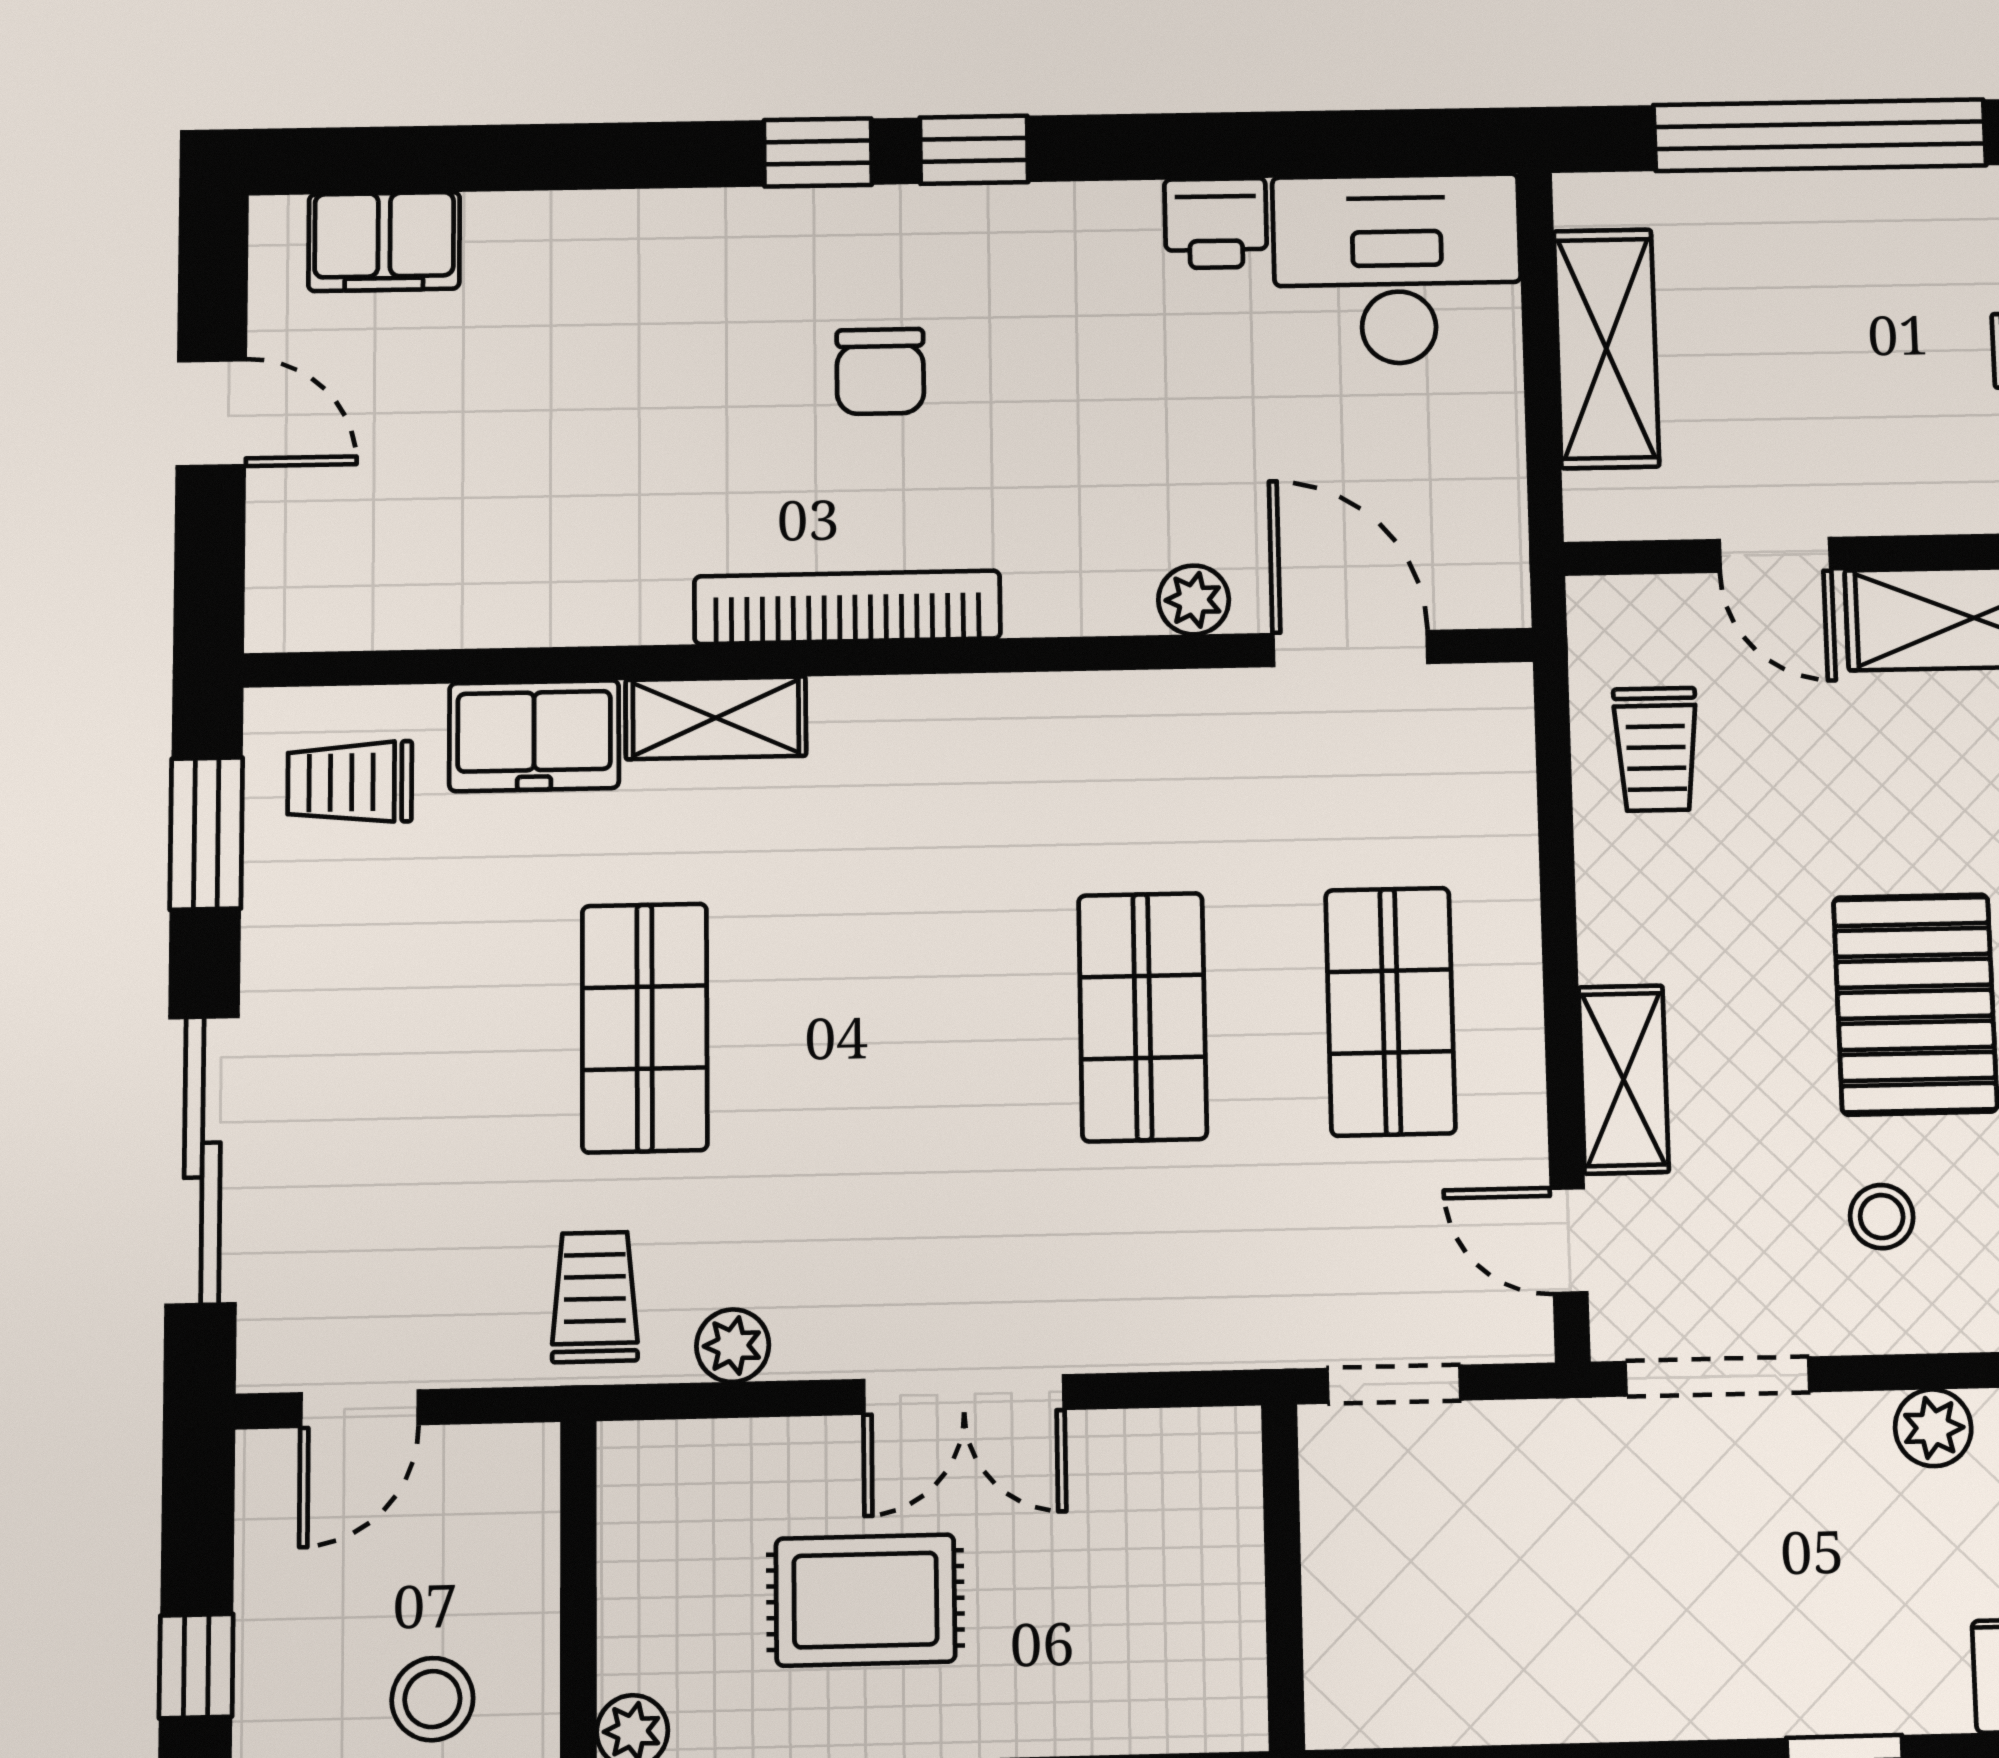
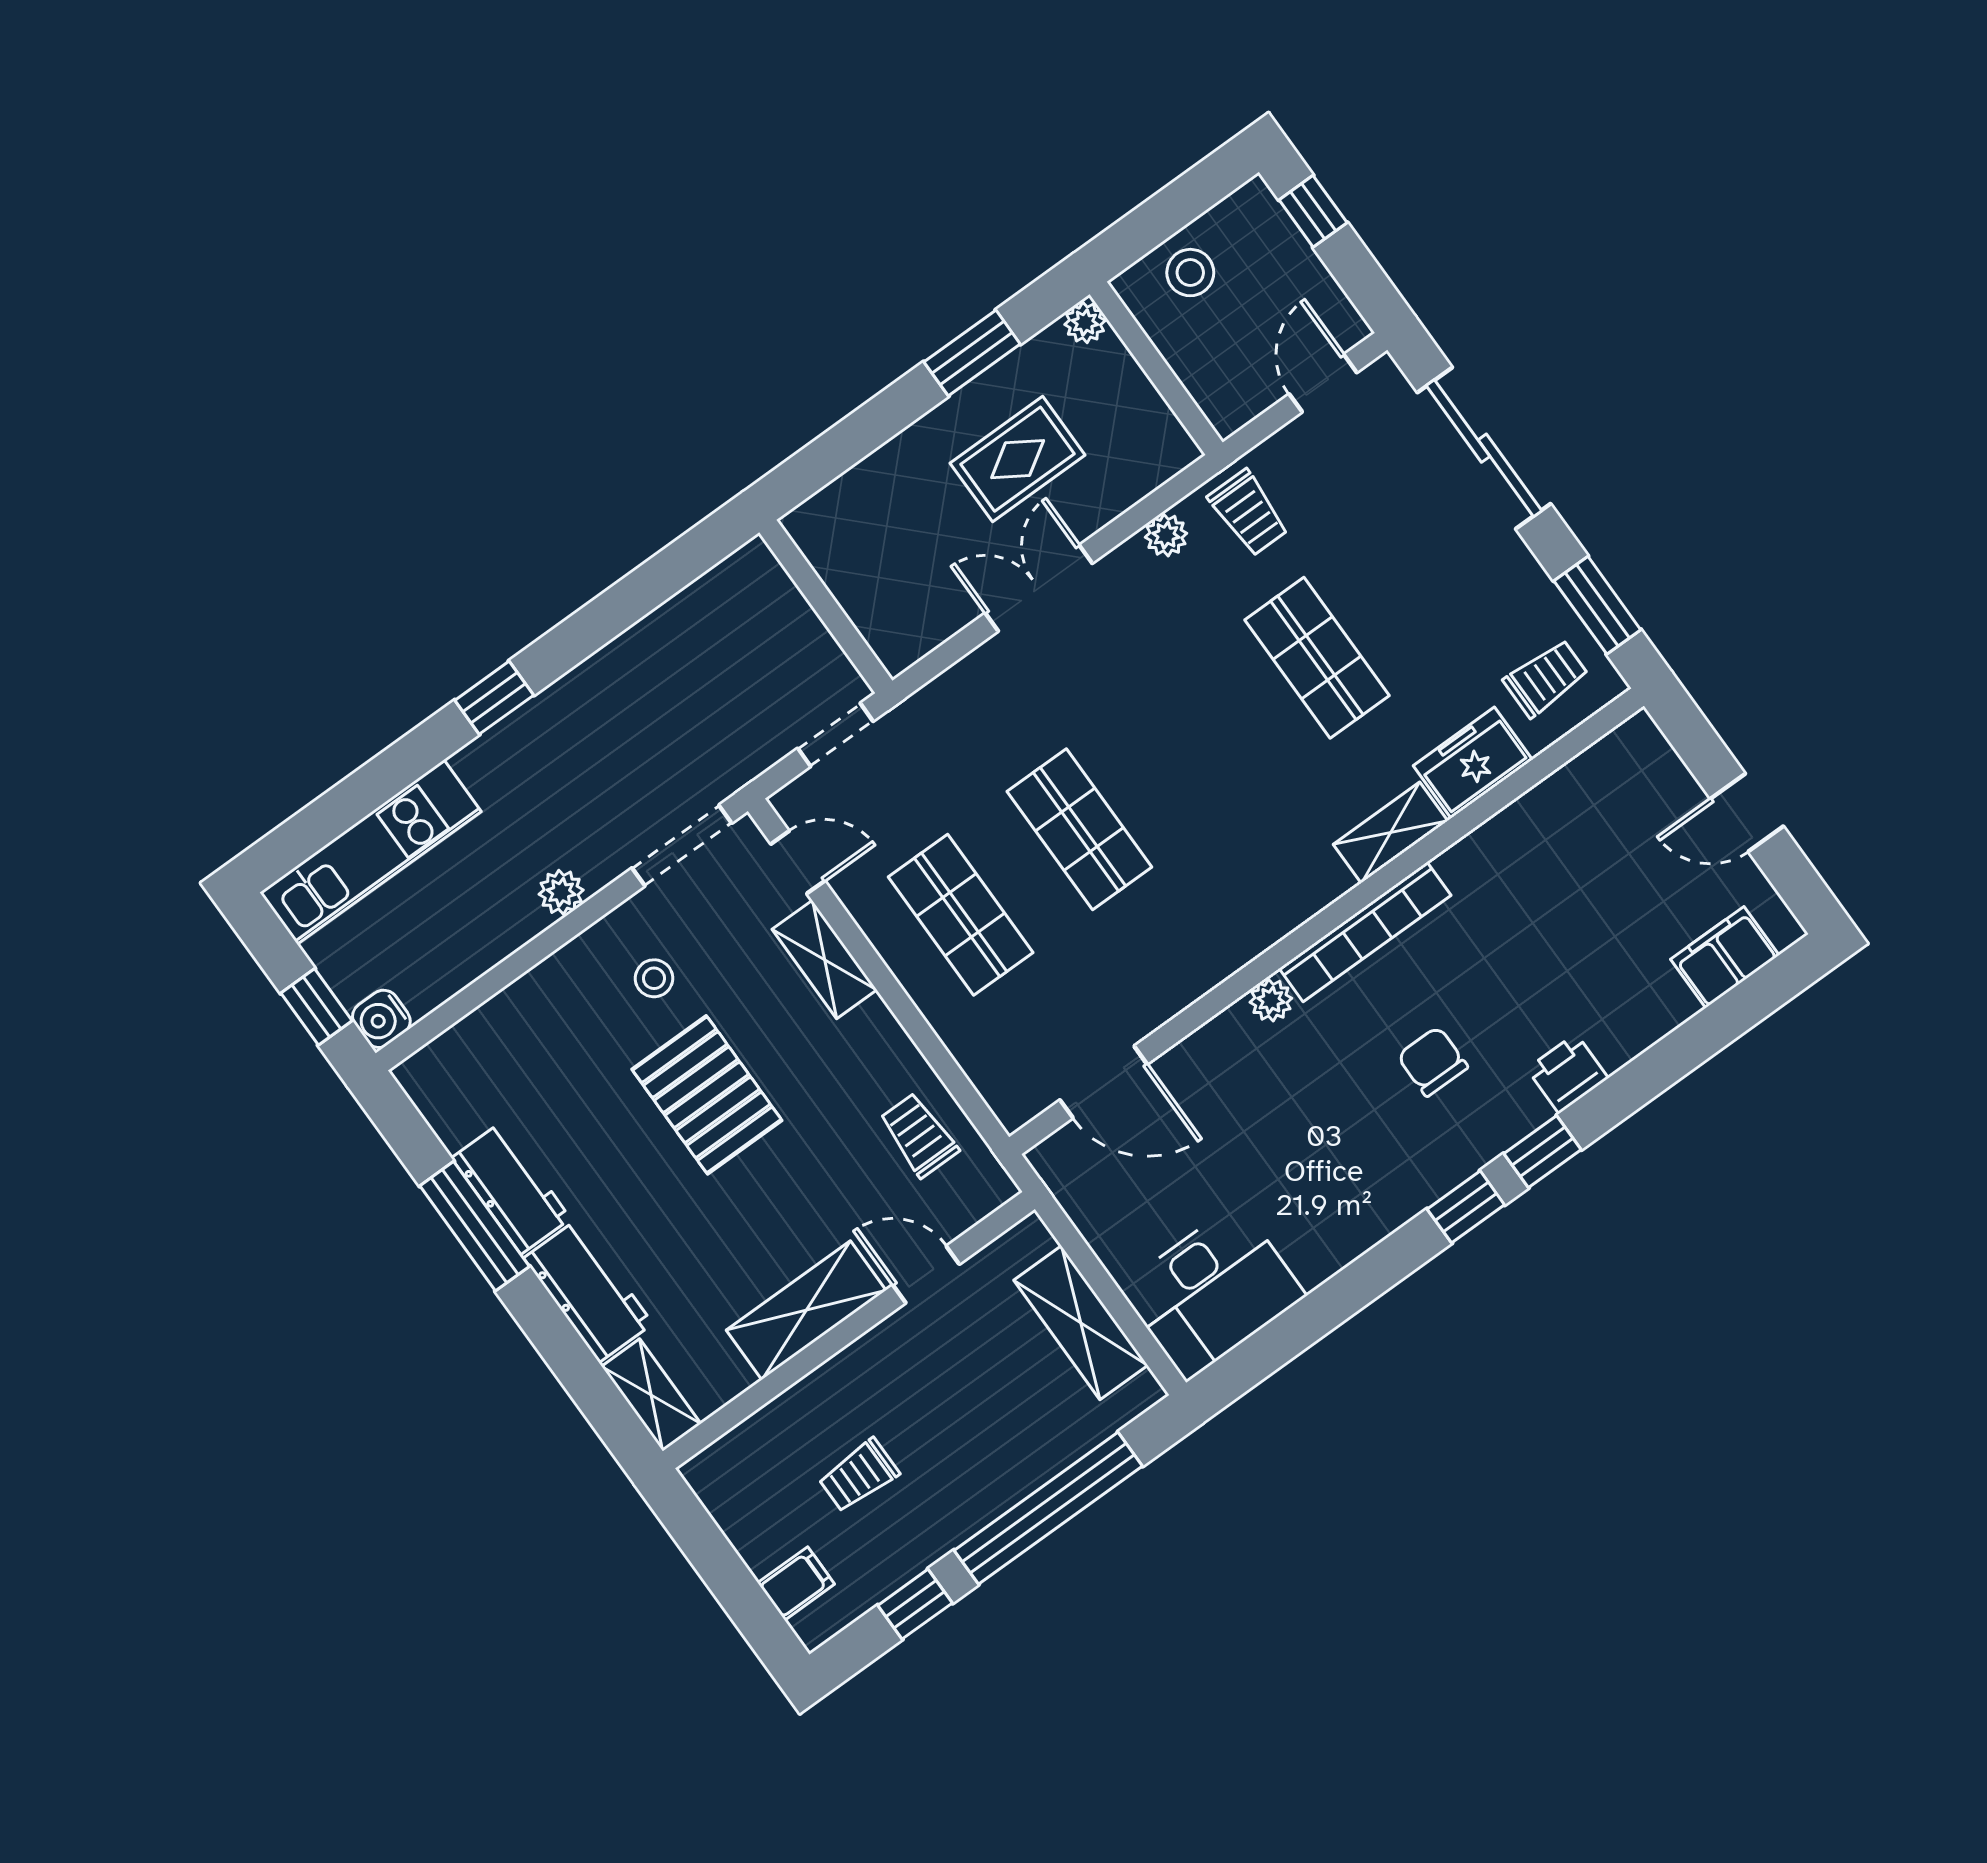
printer: (1216, 223) -> (1568, 1074), moved
plant: (1194, 600) -> (1271, 1000), moved

